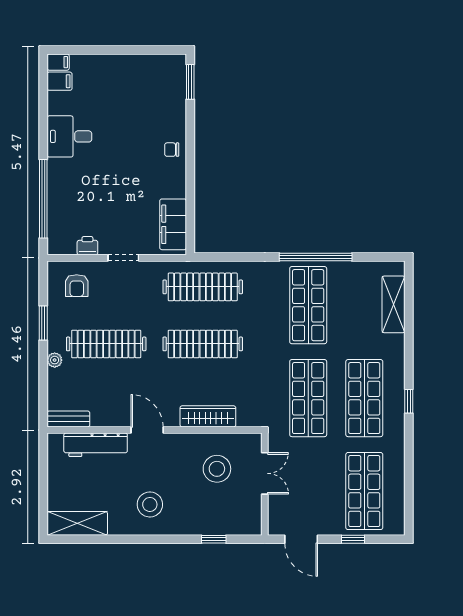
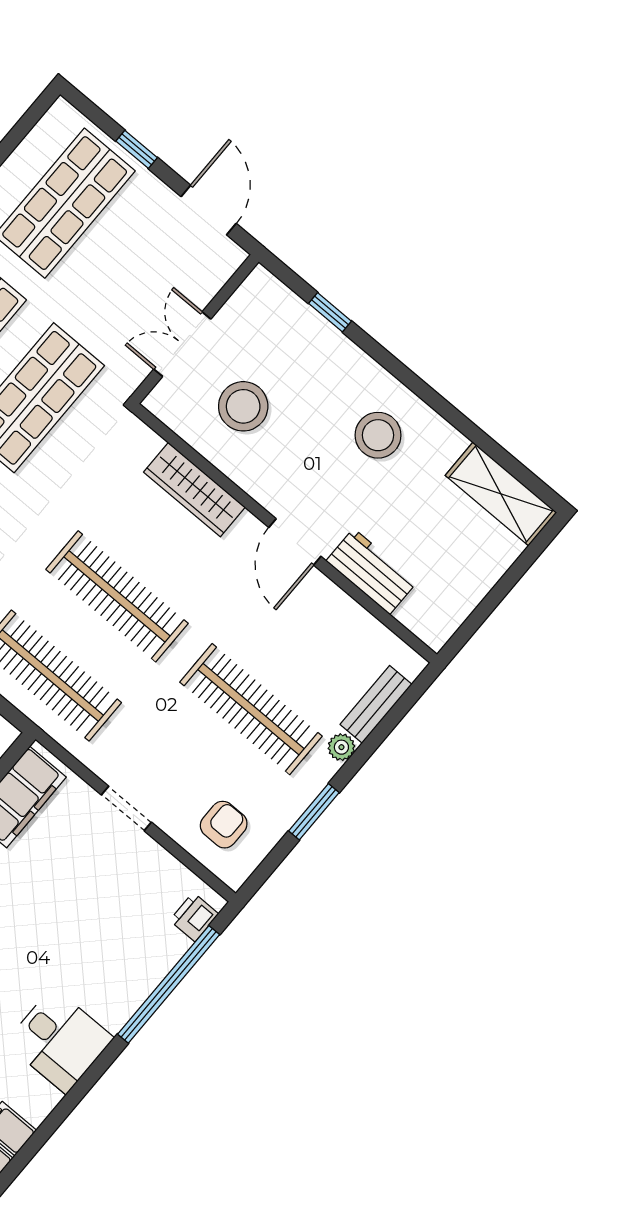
printer: (87, 246) -> (194, 917), moved, turned 90
bench: (68, 419) -> (376, 704), moved, turned 90
workbench: (96, 445) -> (372, 571), width x0.73

